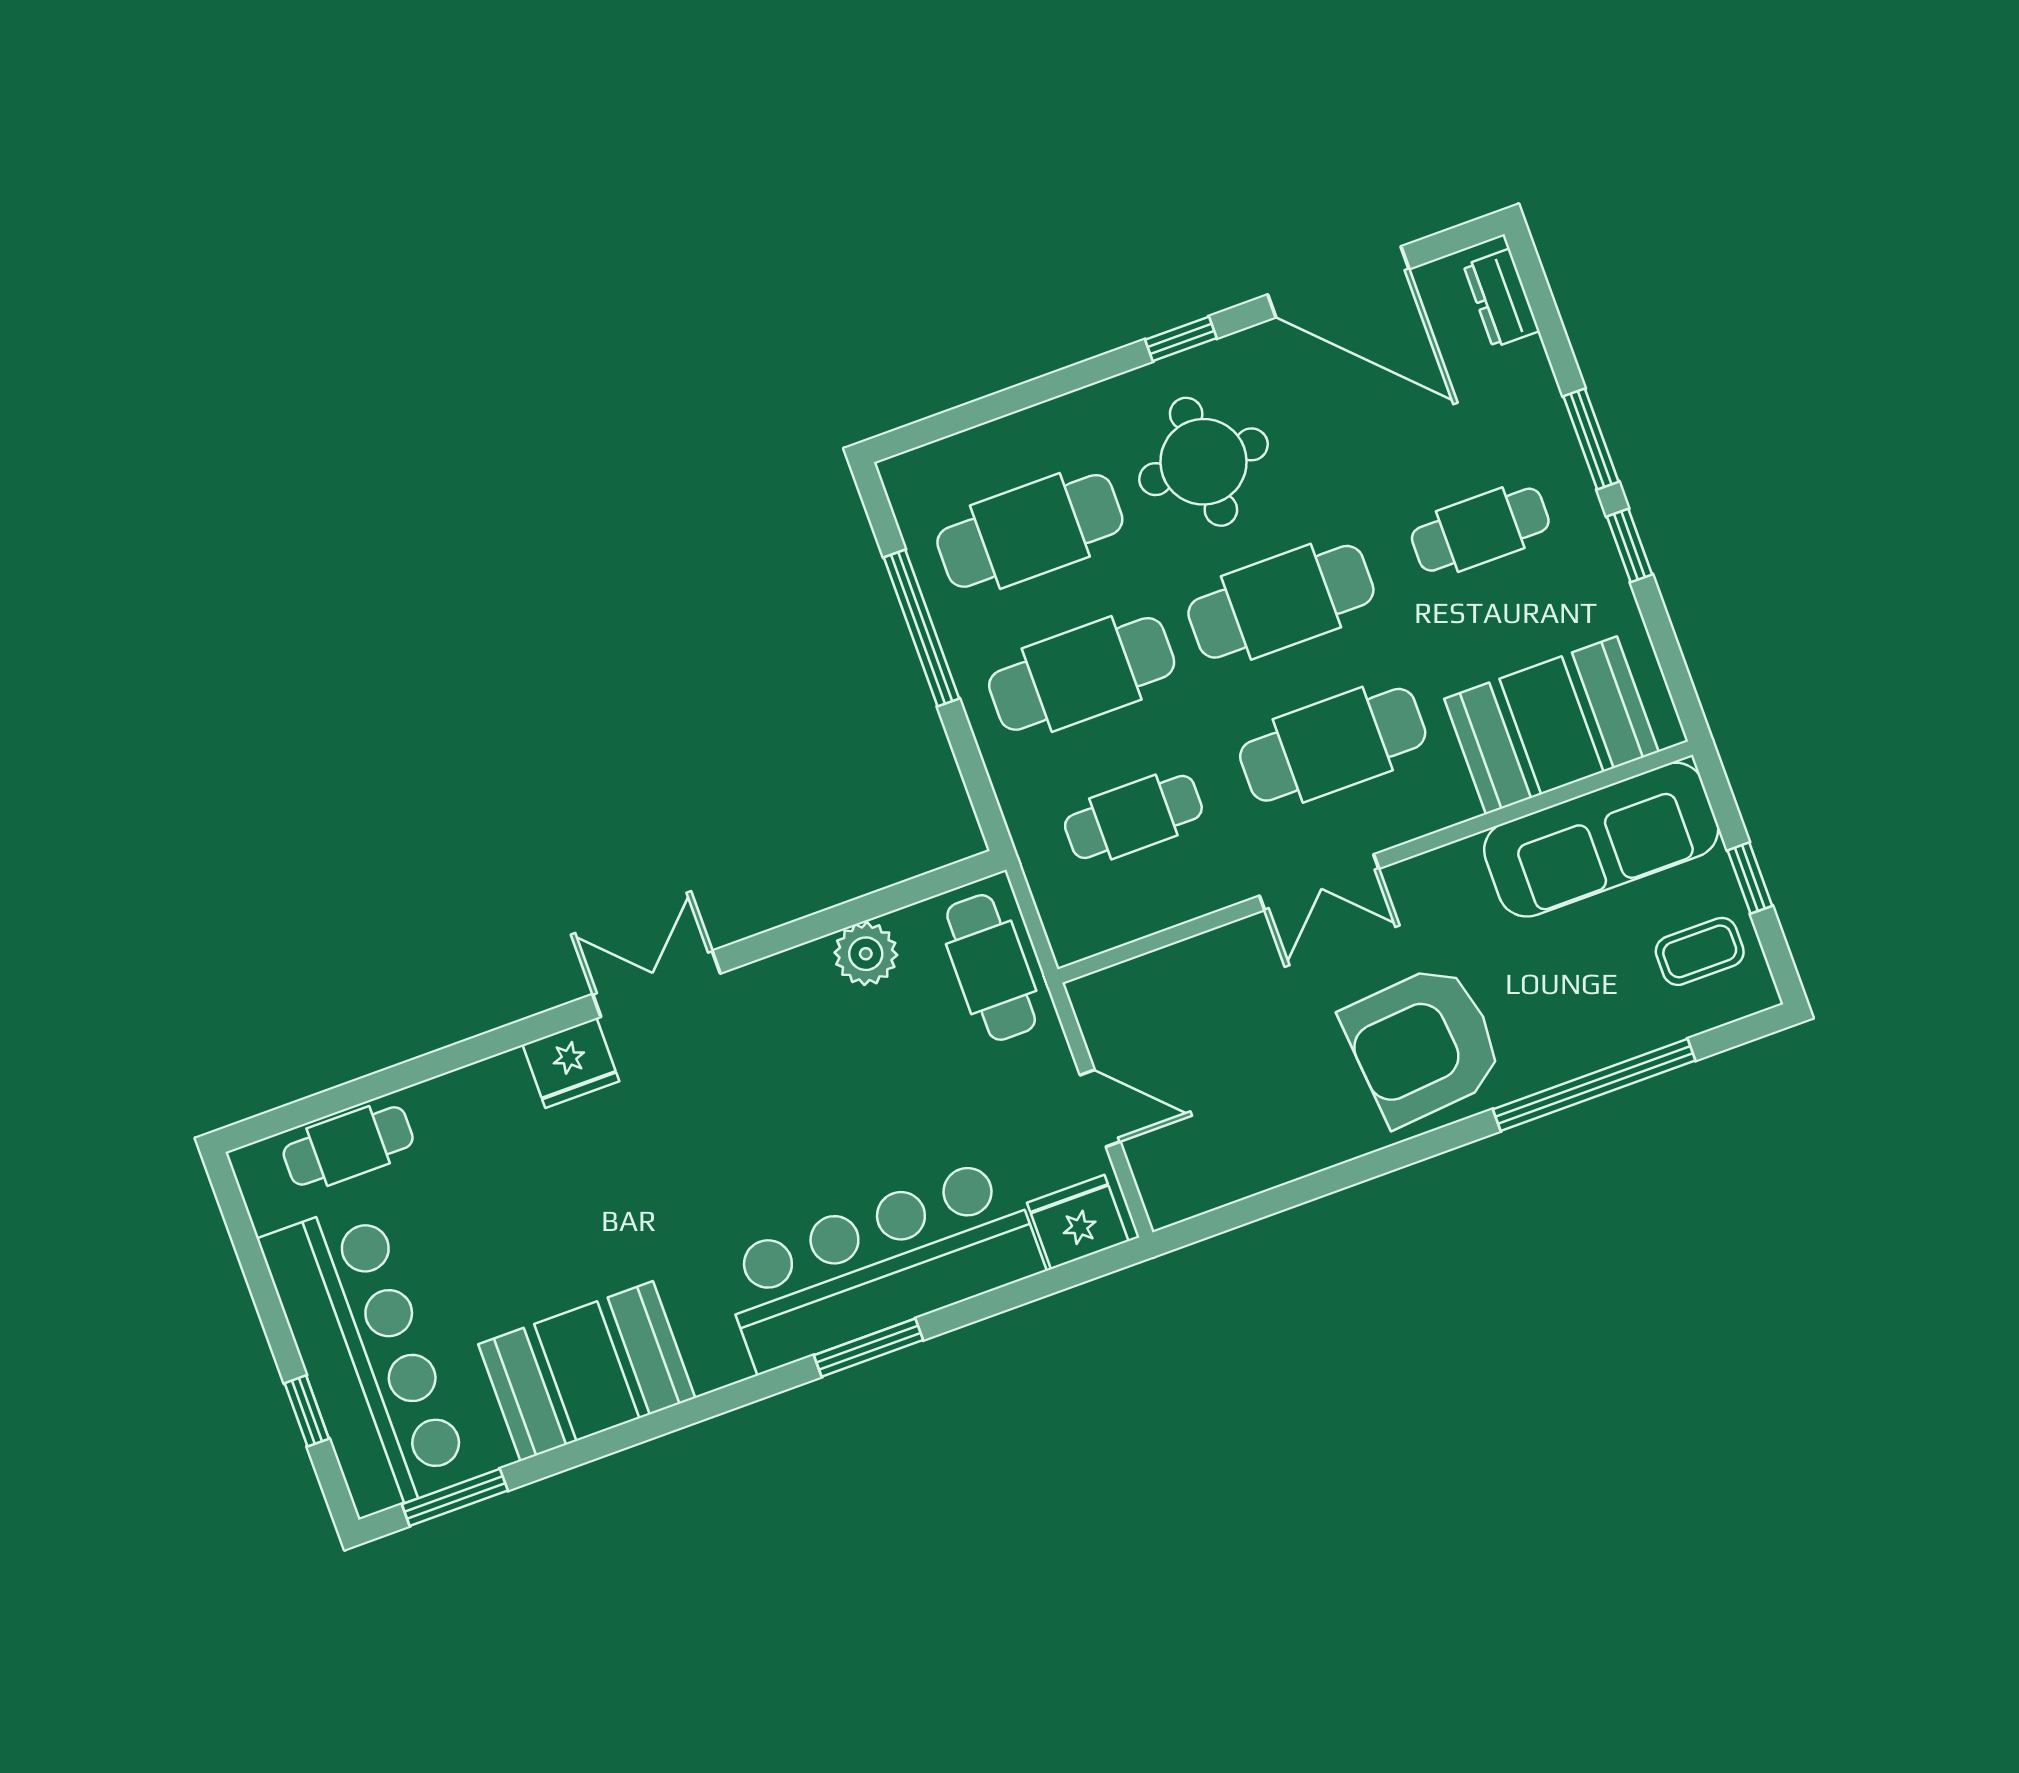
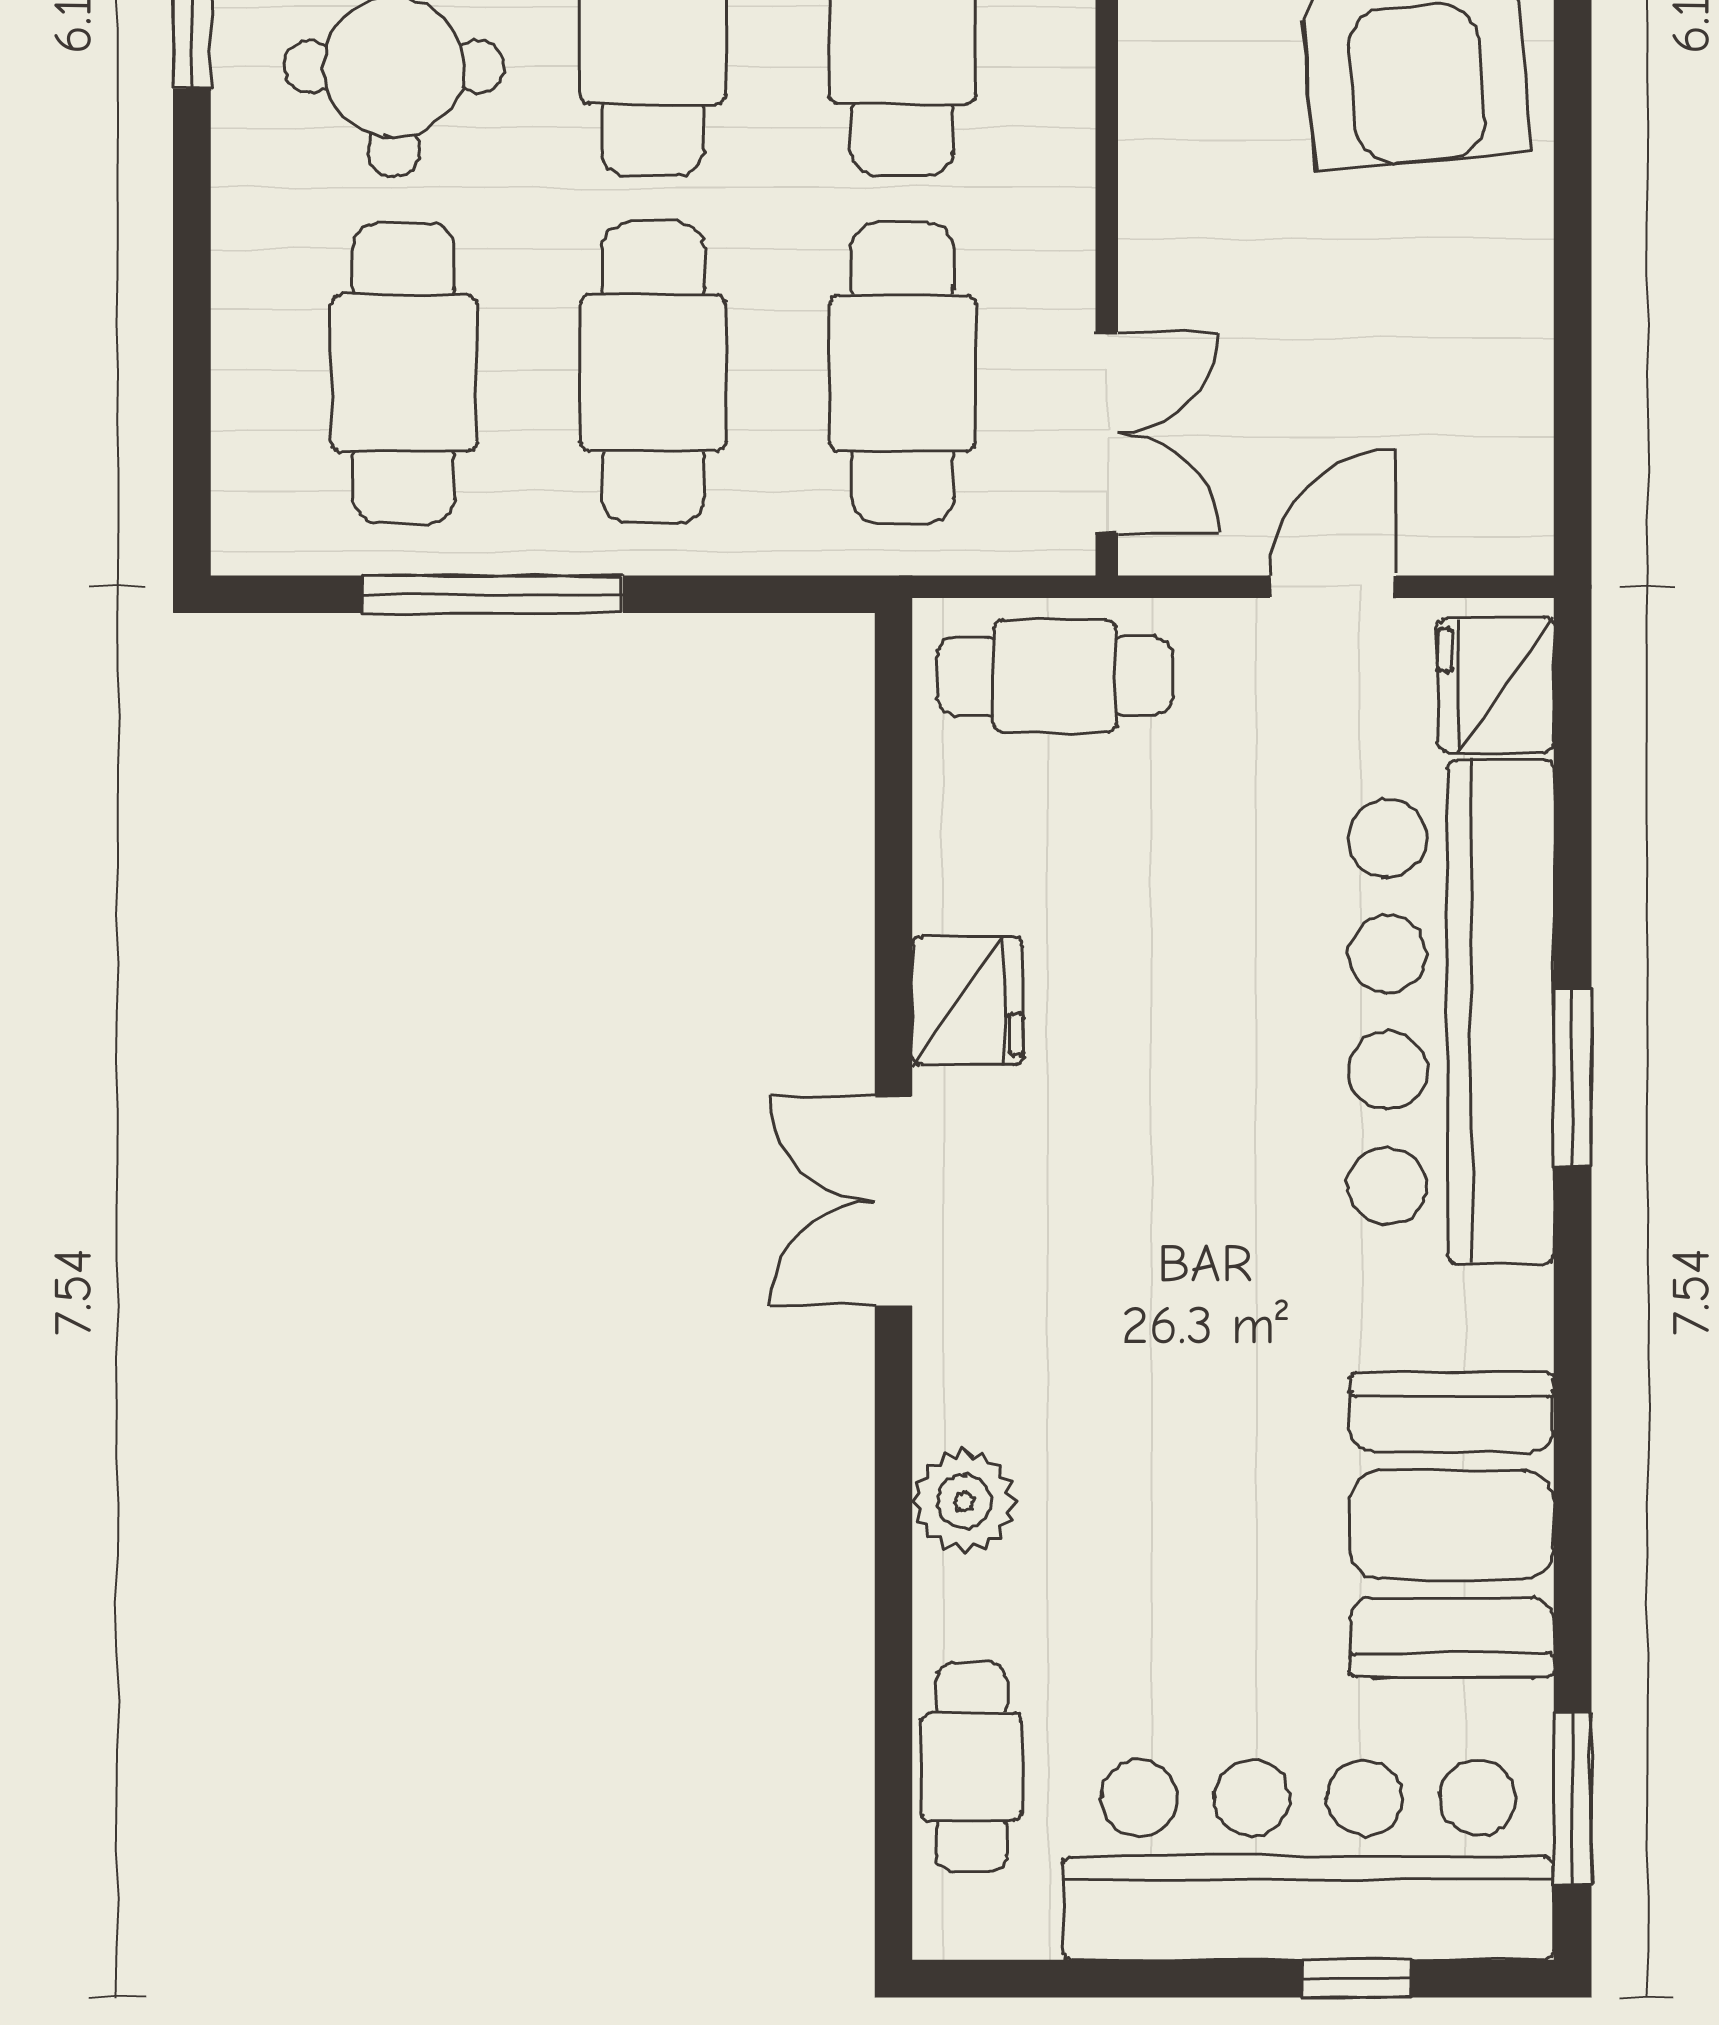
cafe table: (1133, 817) -> (902, 373), width x1.37, depth x1.35
double door: (1319, 882) -> (1107, 432), moved
plant: (866, 954) -> (964, 1501), moved
fridge: (571, 1063) -> (968, 1001), moved

